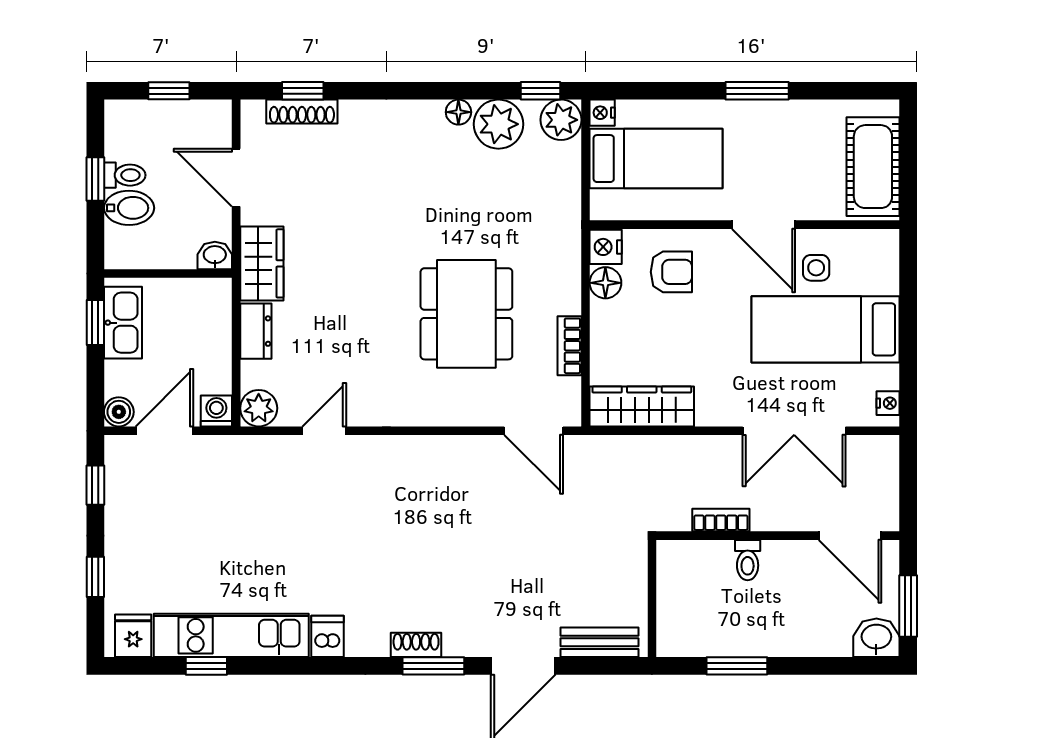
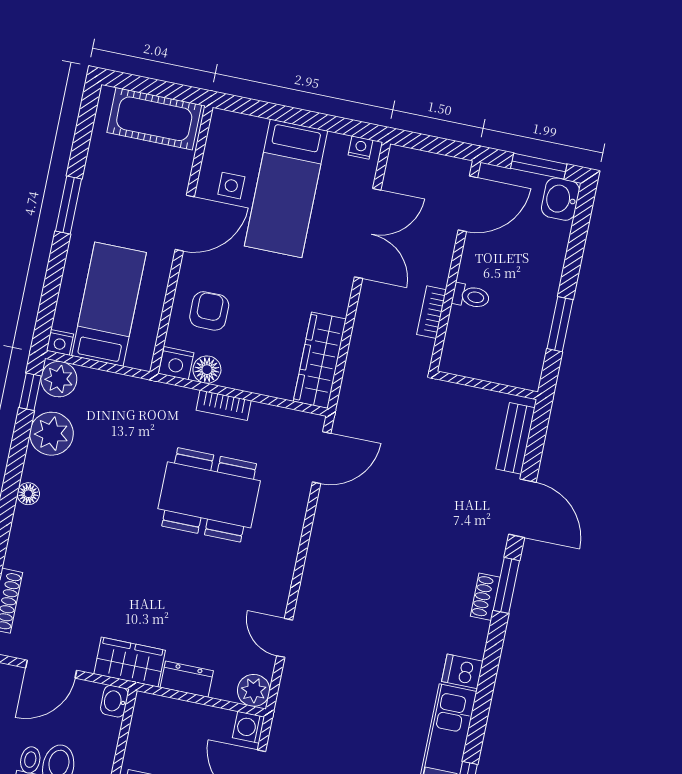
floor lamp: (458, 112) -> (28, 494), moved
bookcase: (570, 346) -> (224, 405), moved

